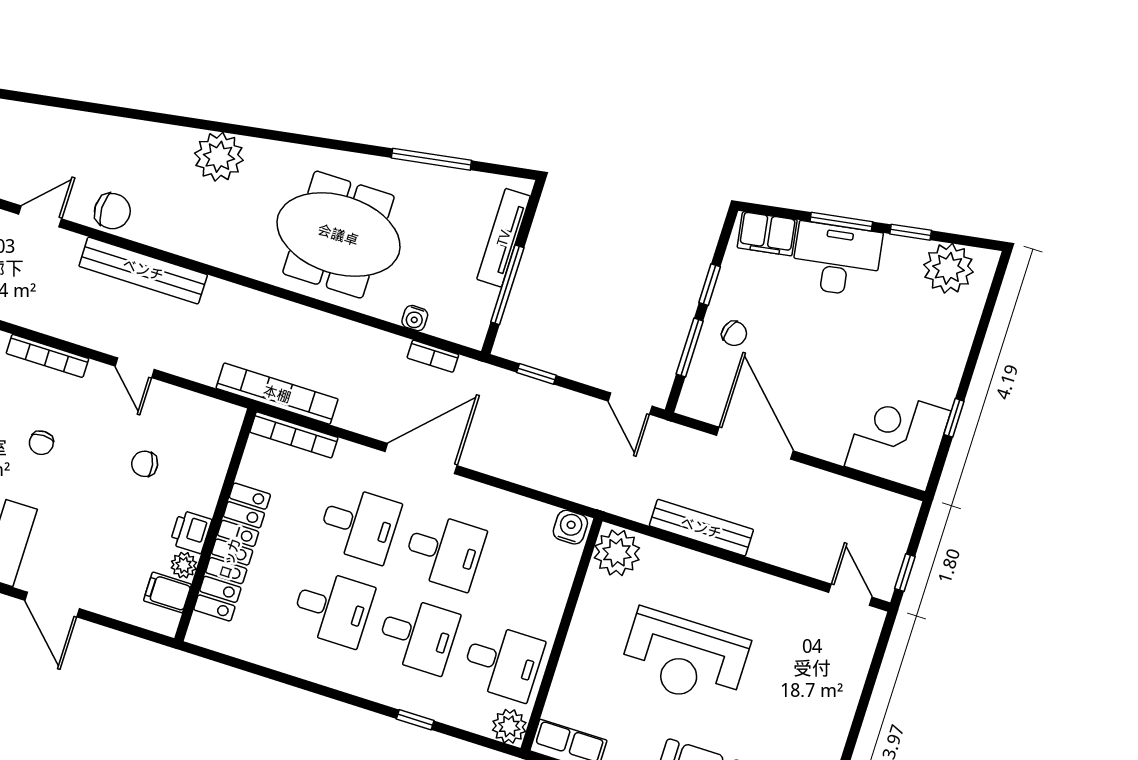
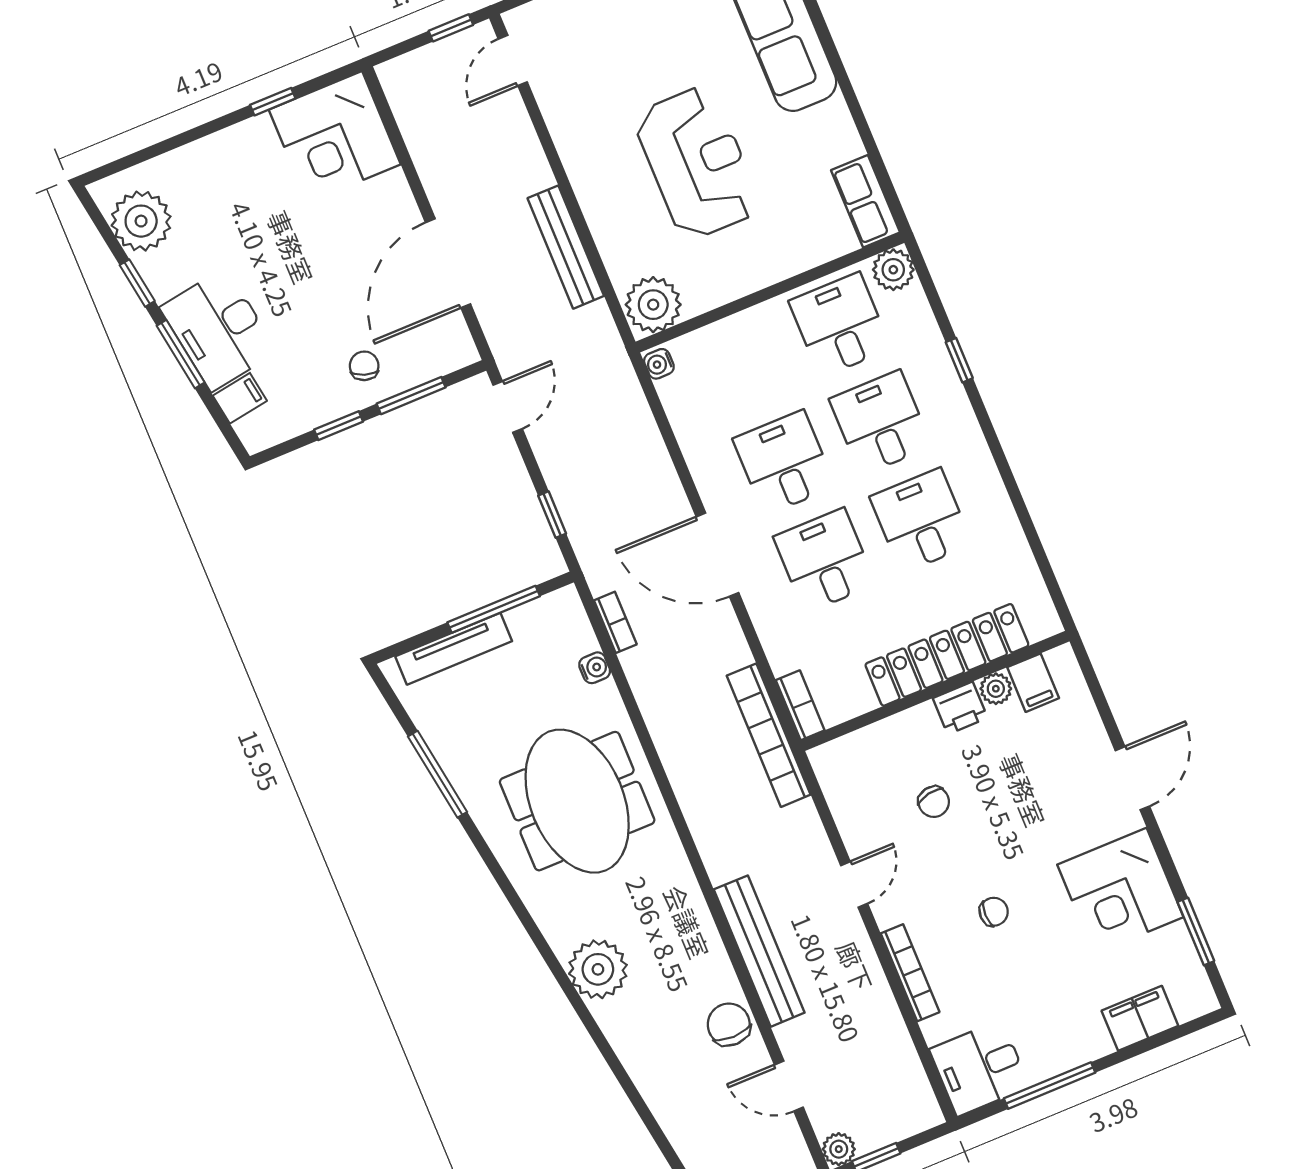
filing cabinet: (767, 234) -> (240, 398), width x0.50
bookcase: (294, 435) -> (800, 705), width x0.64
water cooler: (570, 527) -> (659, 364), width x0.72, depth x0.72

